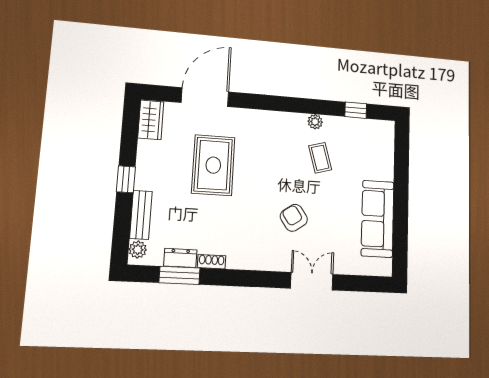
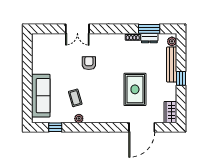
bench: (141, 215) -> (172, 65), width x1.36
armchair: (294, 218) -> (89, 63), turned -145
sofa: (378, 219) -> (41, 96), moved

